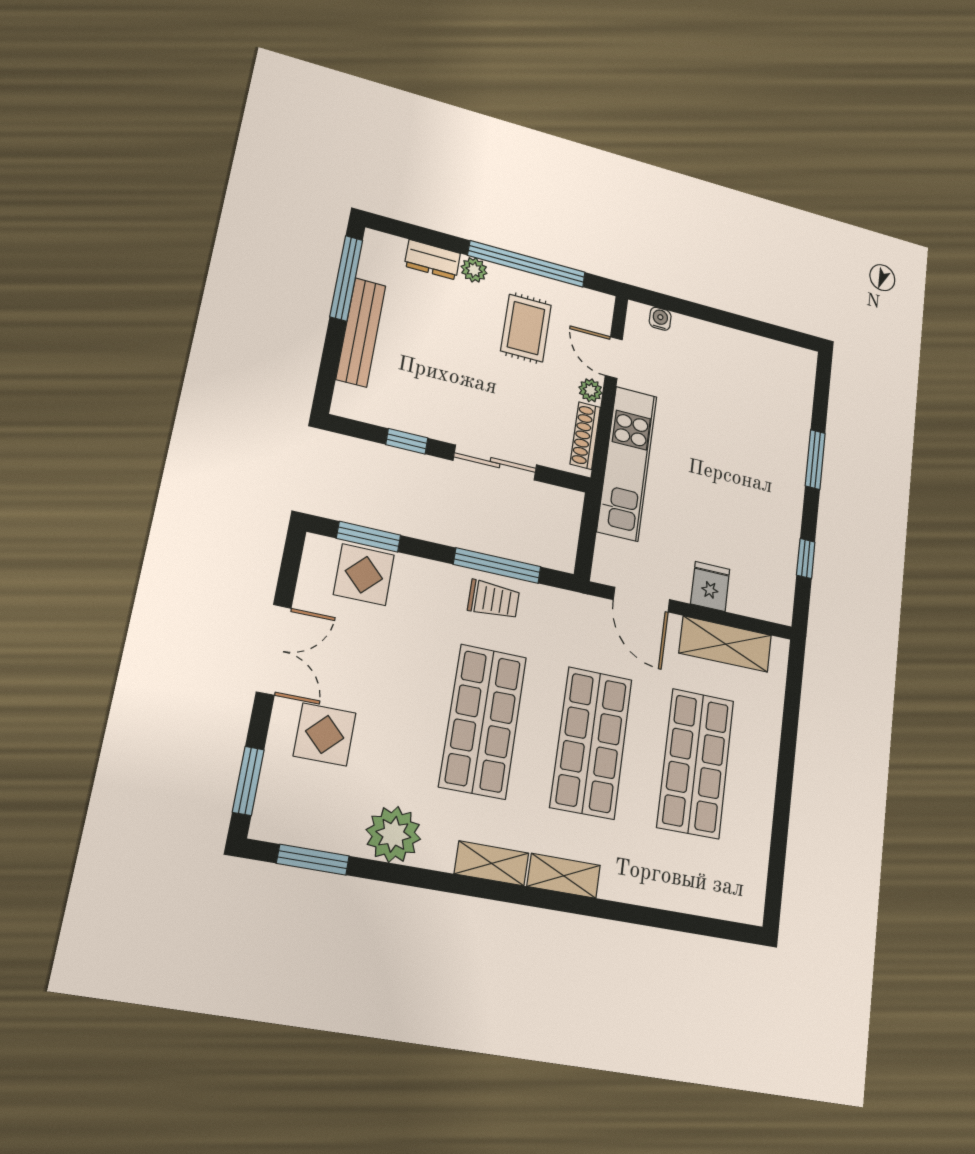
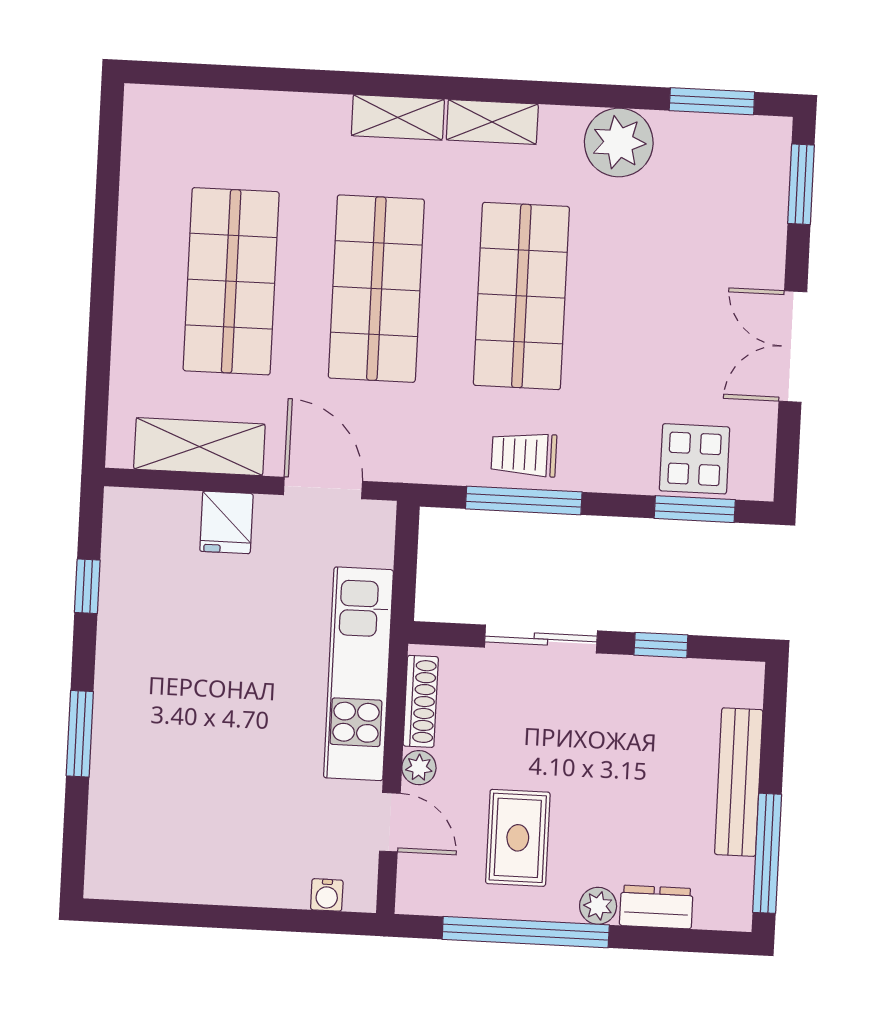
display table: (325, 734) -> (718, 252), removed

